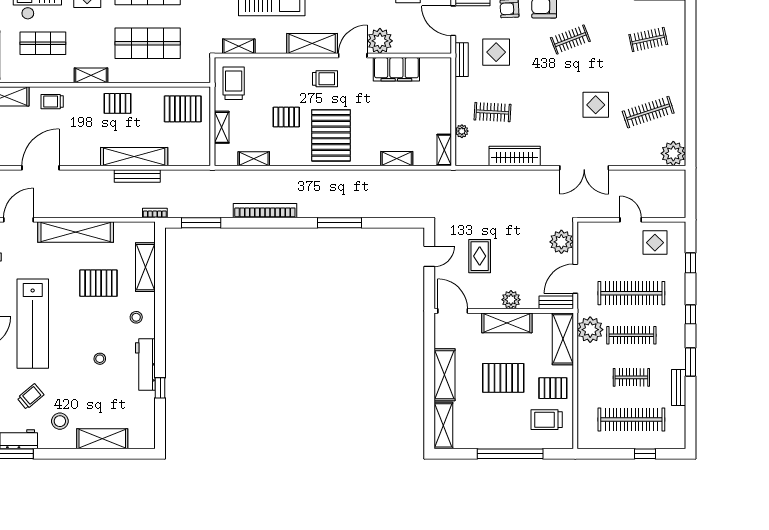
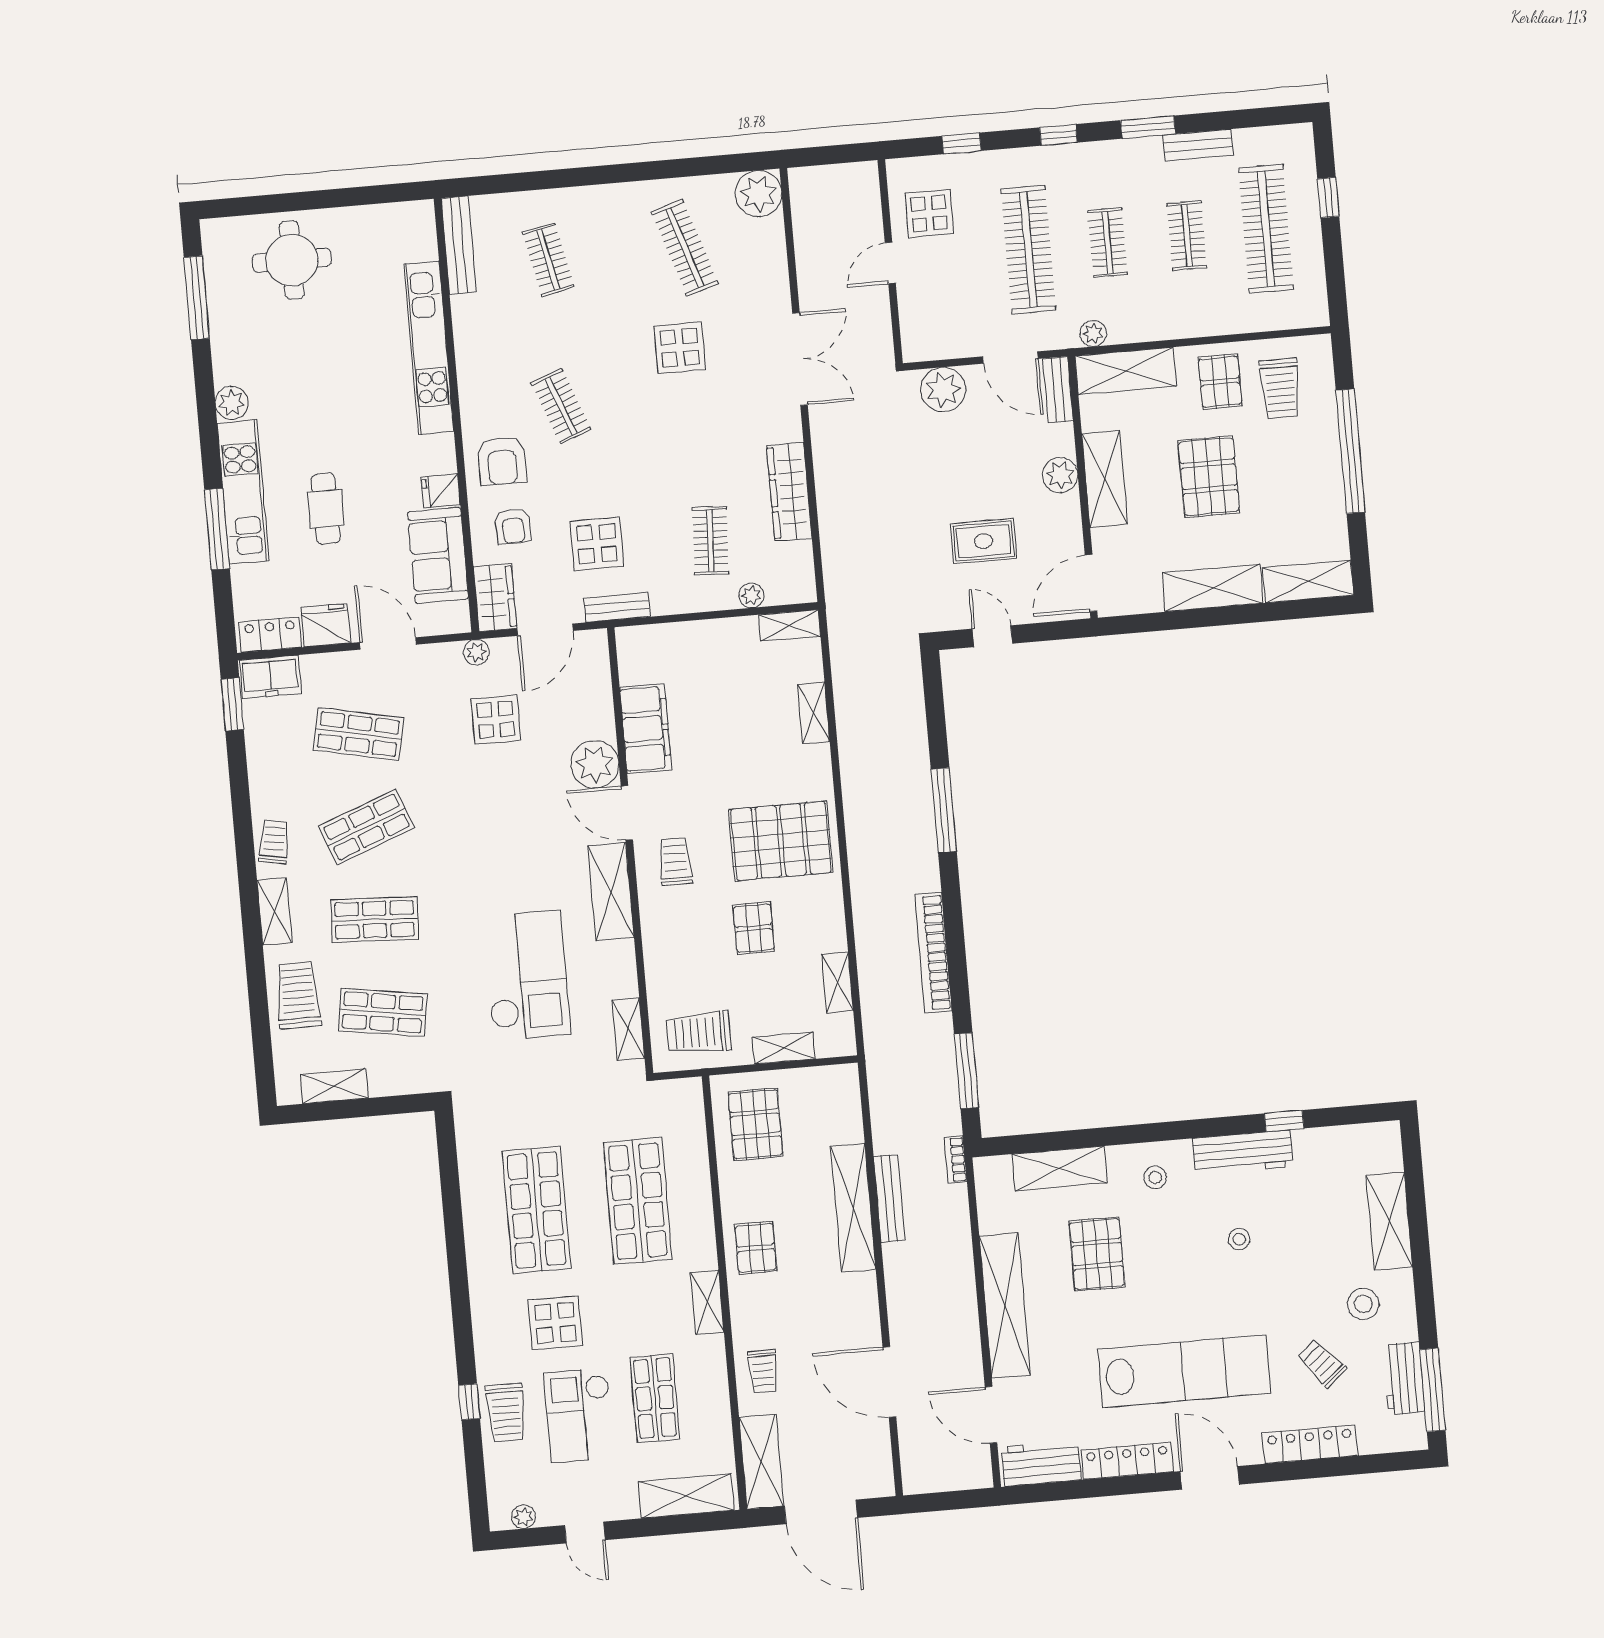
plant: (590, 330) -> (1093, 333), width x0.53, depth x0.53
clothes rail: (631, 335) -> (1108, 243), width x0.73

